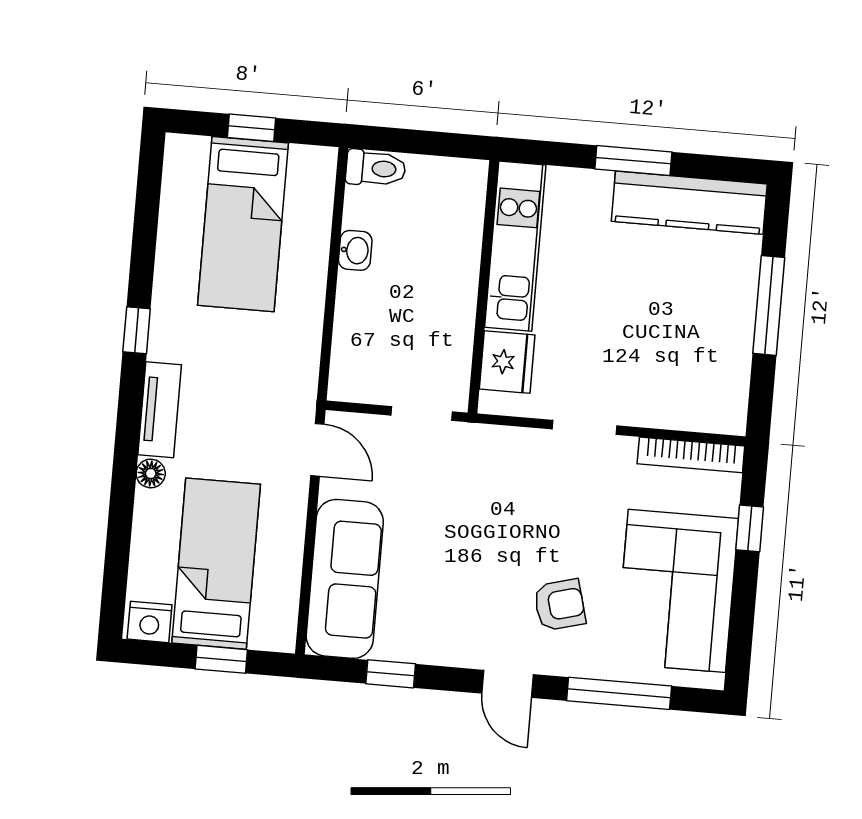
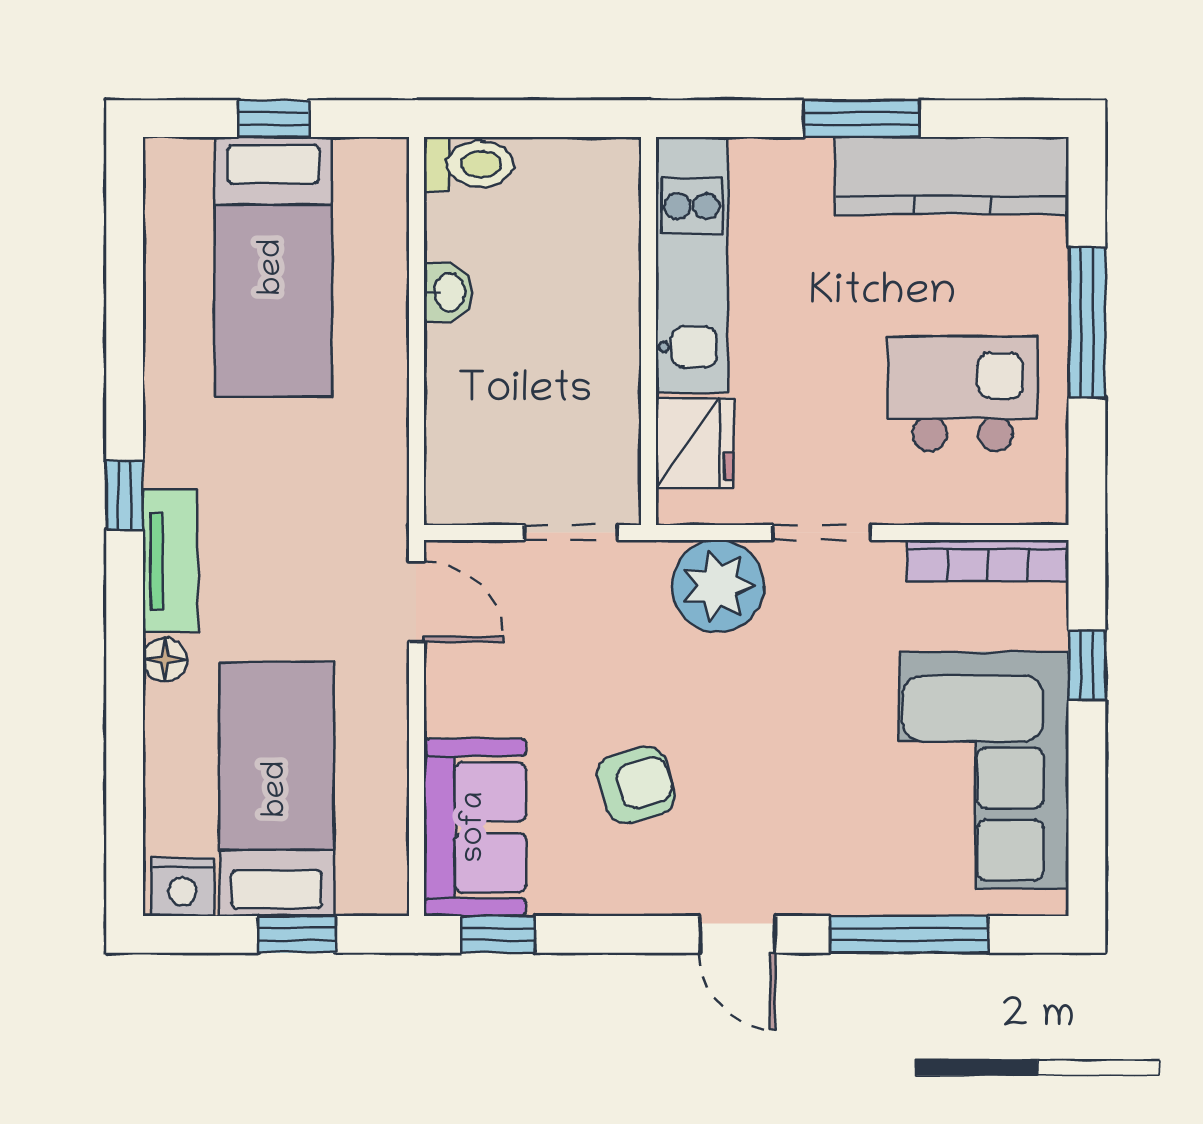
window: (137, 330) -> (125, 495), moved
kitchen island: (684, 345) -> (963, 394), added
plant: (514, 456) -> (718, 586), added
sofa: (345, 579) -> (475, 827), width x0.73
armchair: (560, 605) -> (636, 785), moved
window: (391, 674) -> (498, 934), moved

